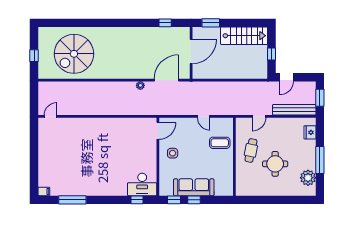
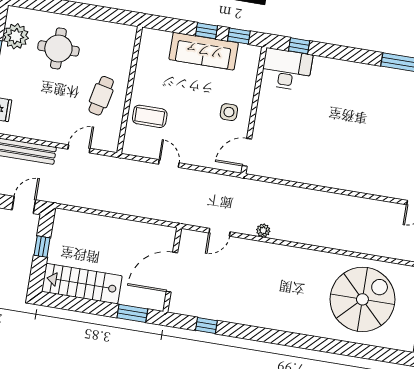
door: (166, 80) -> (220, 232), width x0.53
round table: (275, 164) -> (58, 48), moved

